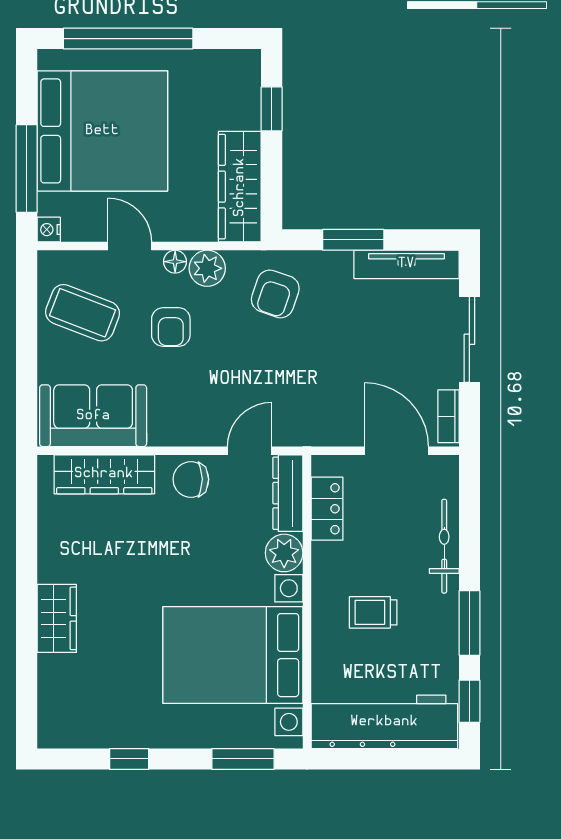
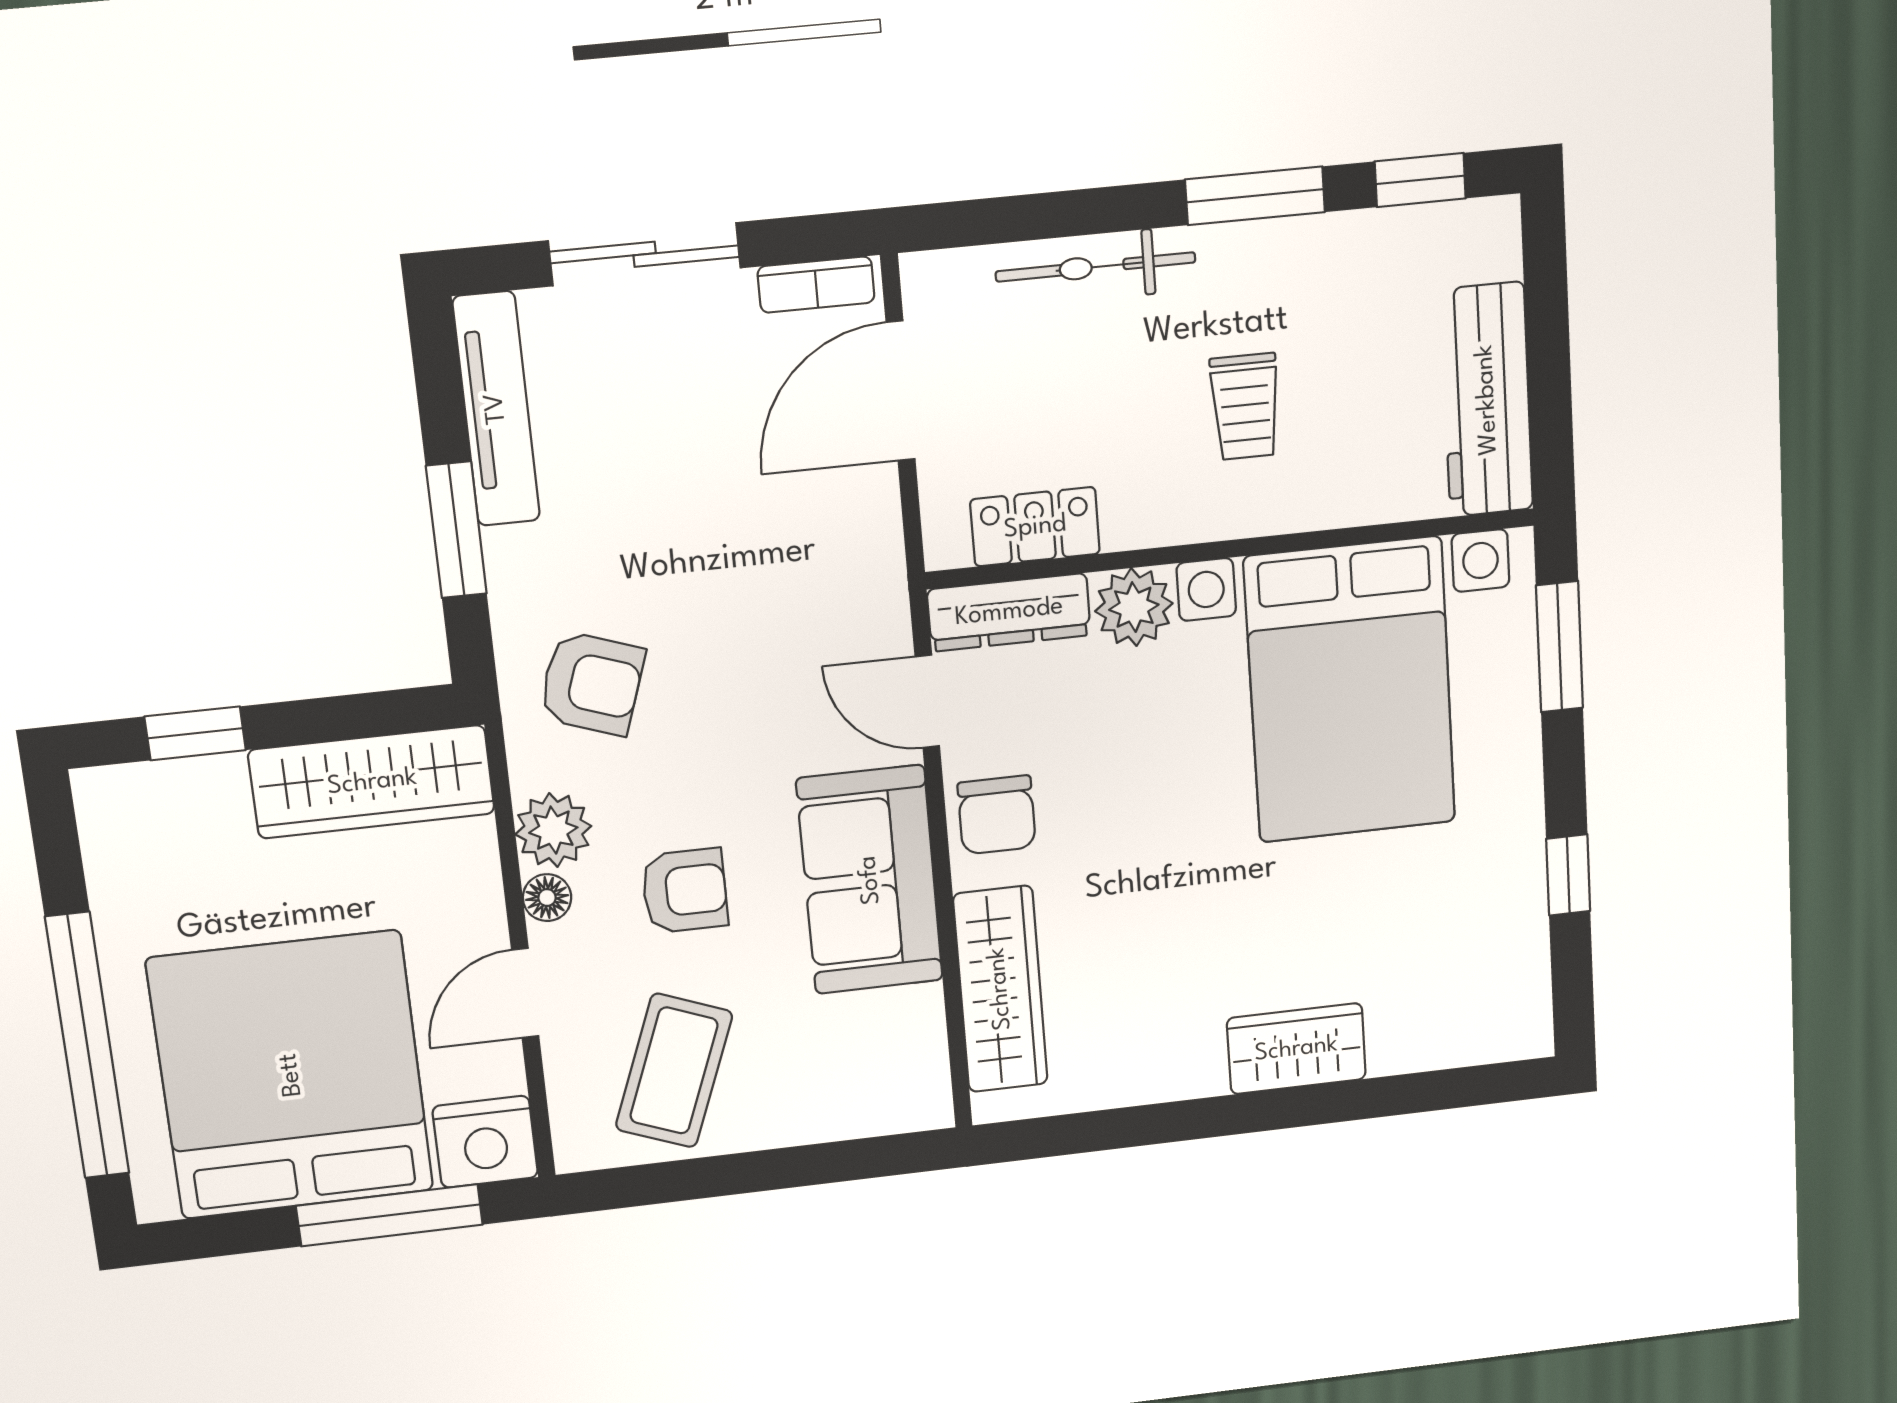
nightstand: (49, 230) -> (485, 1142), width x1.89, depth x1.79
sofa: (93, 416) -> (870, 880), moved
workbench: (384, 722) -> (1487, 400), width x0.73, depth x0.76

